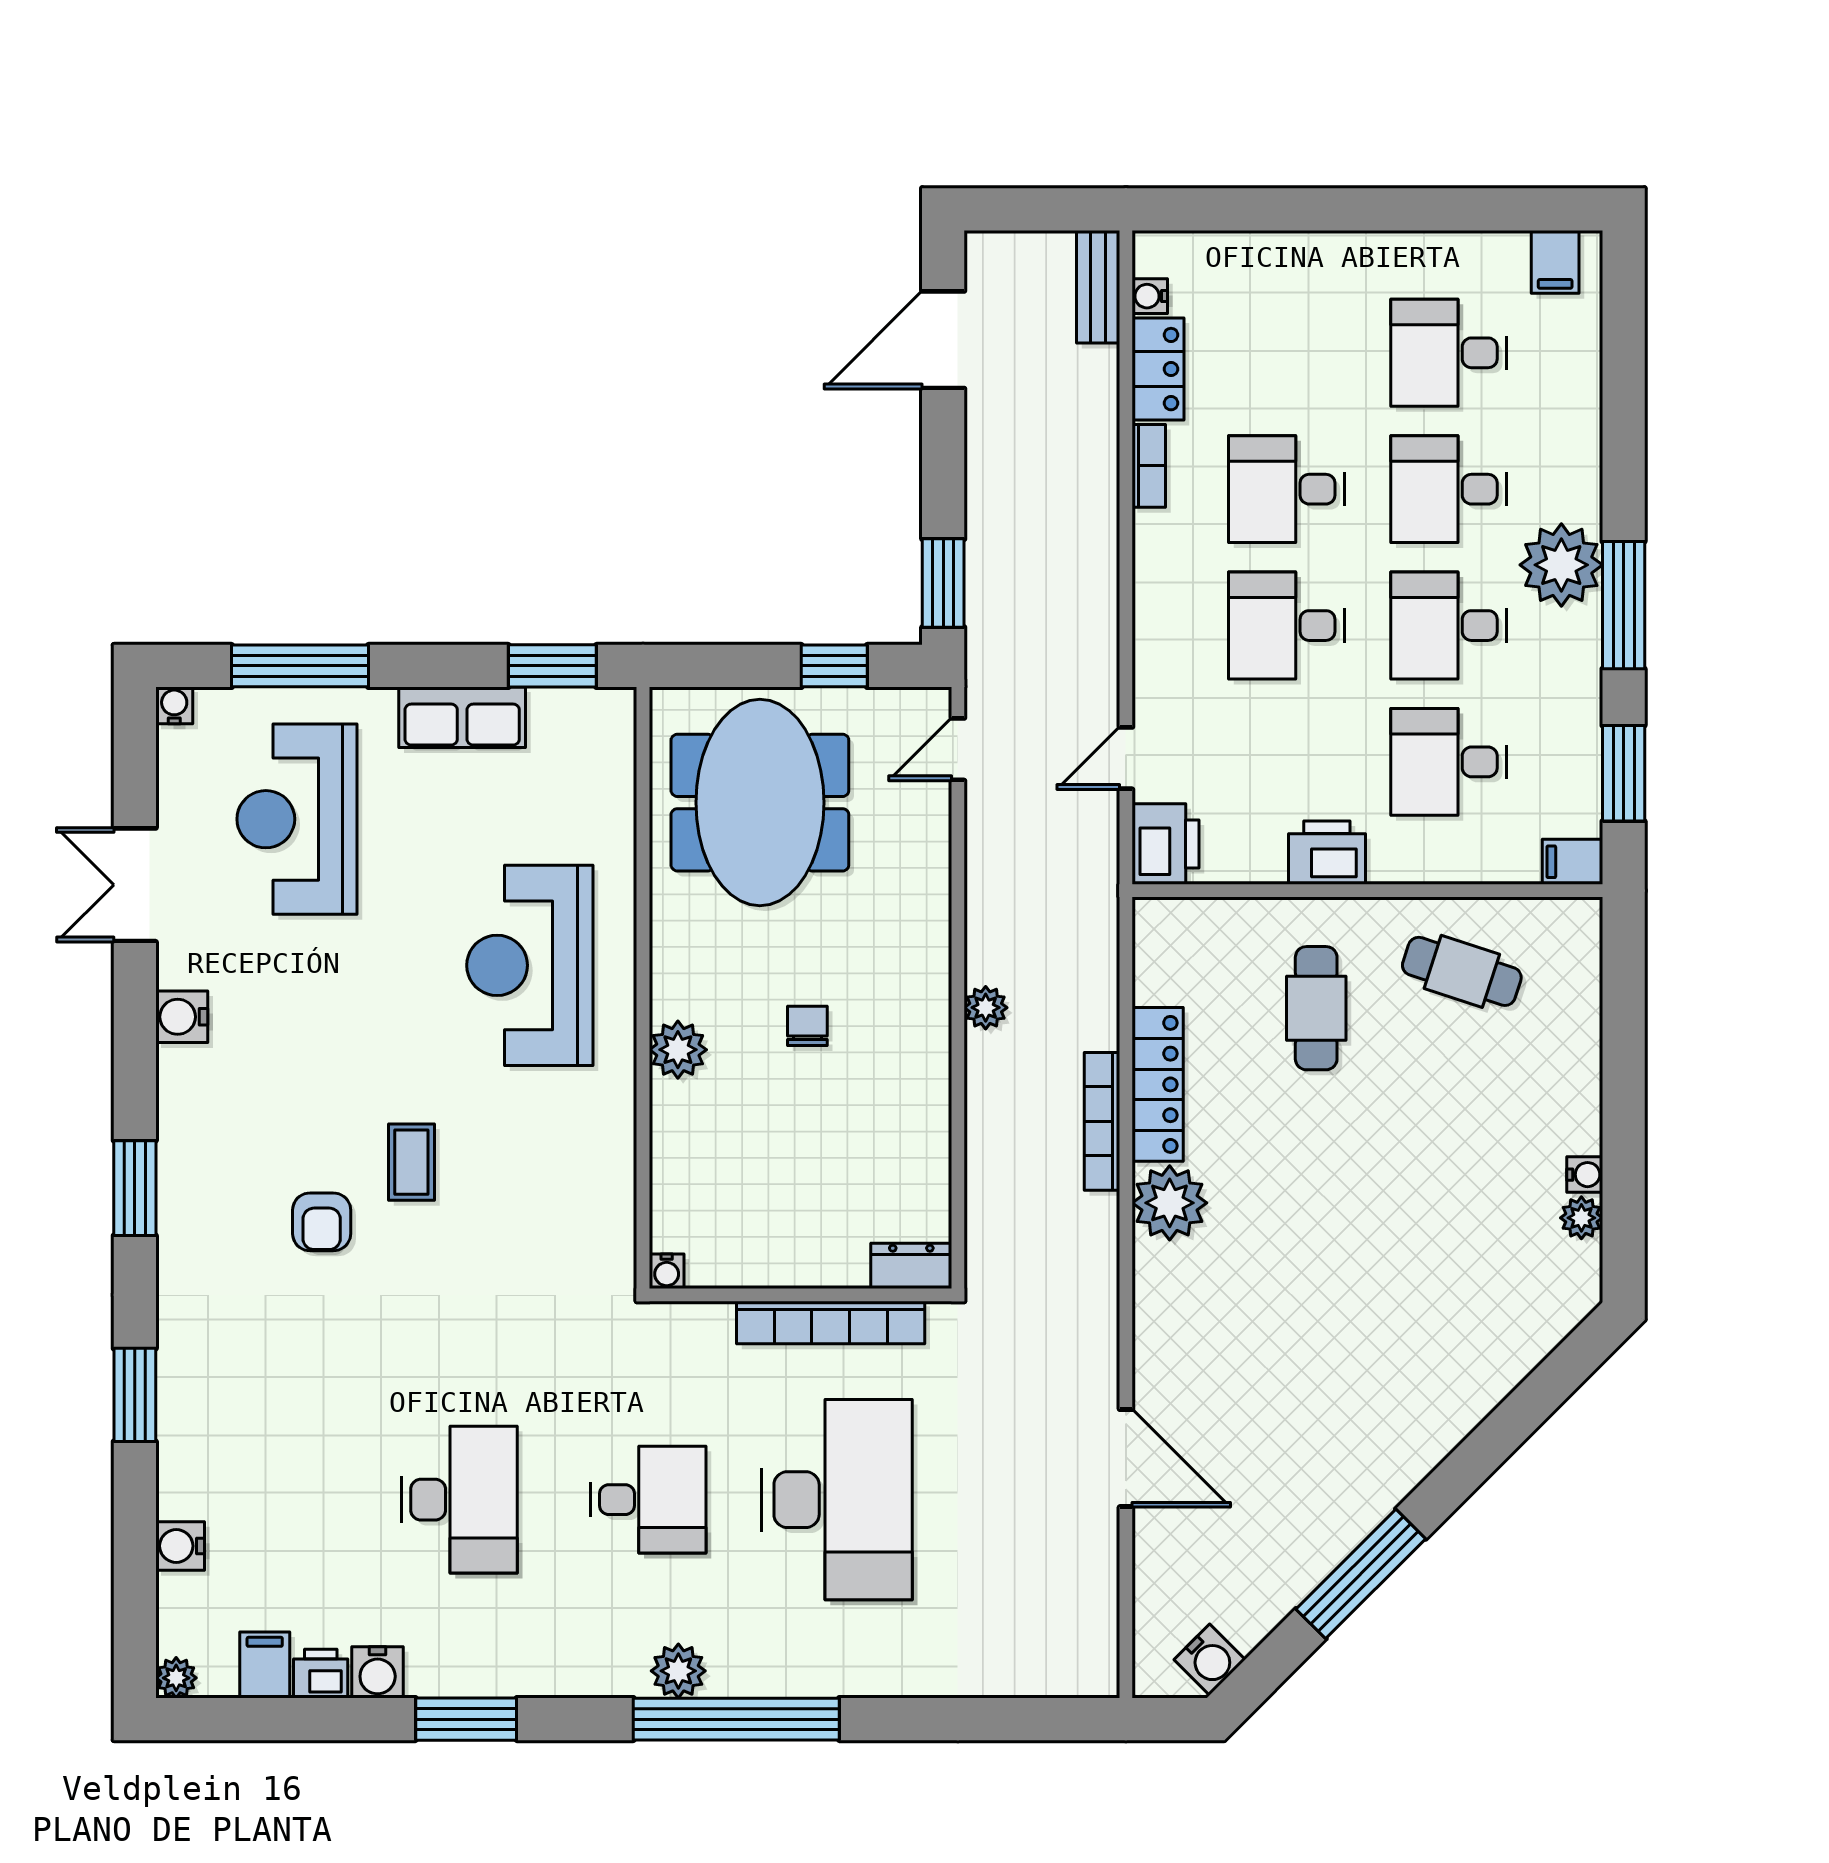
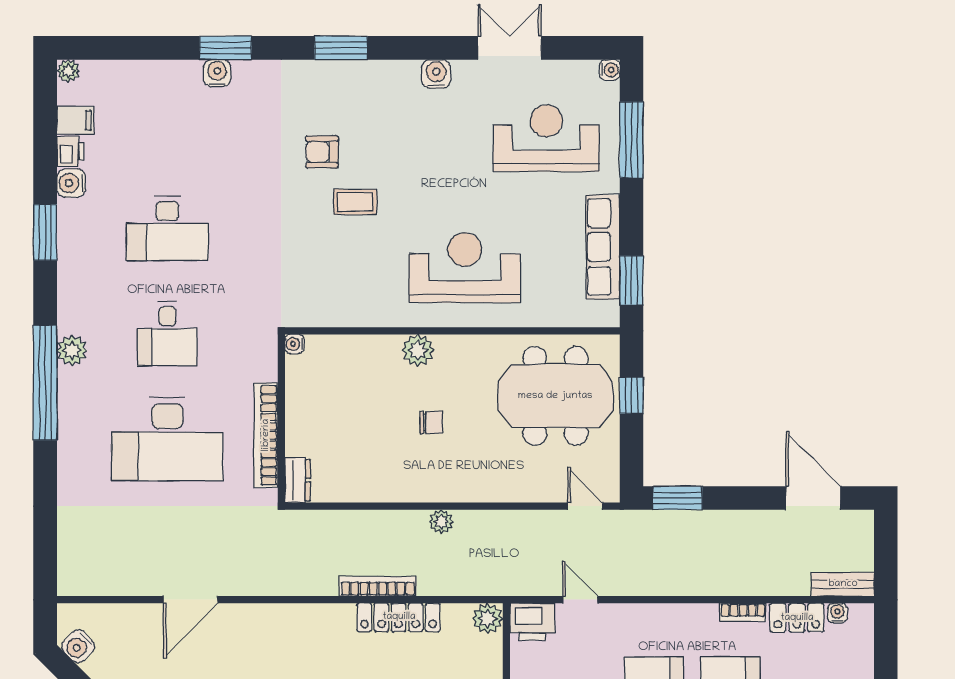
window: (834, 666) -> (631, 395), moved
row of seats: (462, 717) -> (603, 247), width x1.48
plant: (1170, 1203) -> (488, 618), moved, width x0.73, depth x0.73
water cooler: (180, 1546) -> (217, 73), moved

